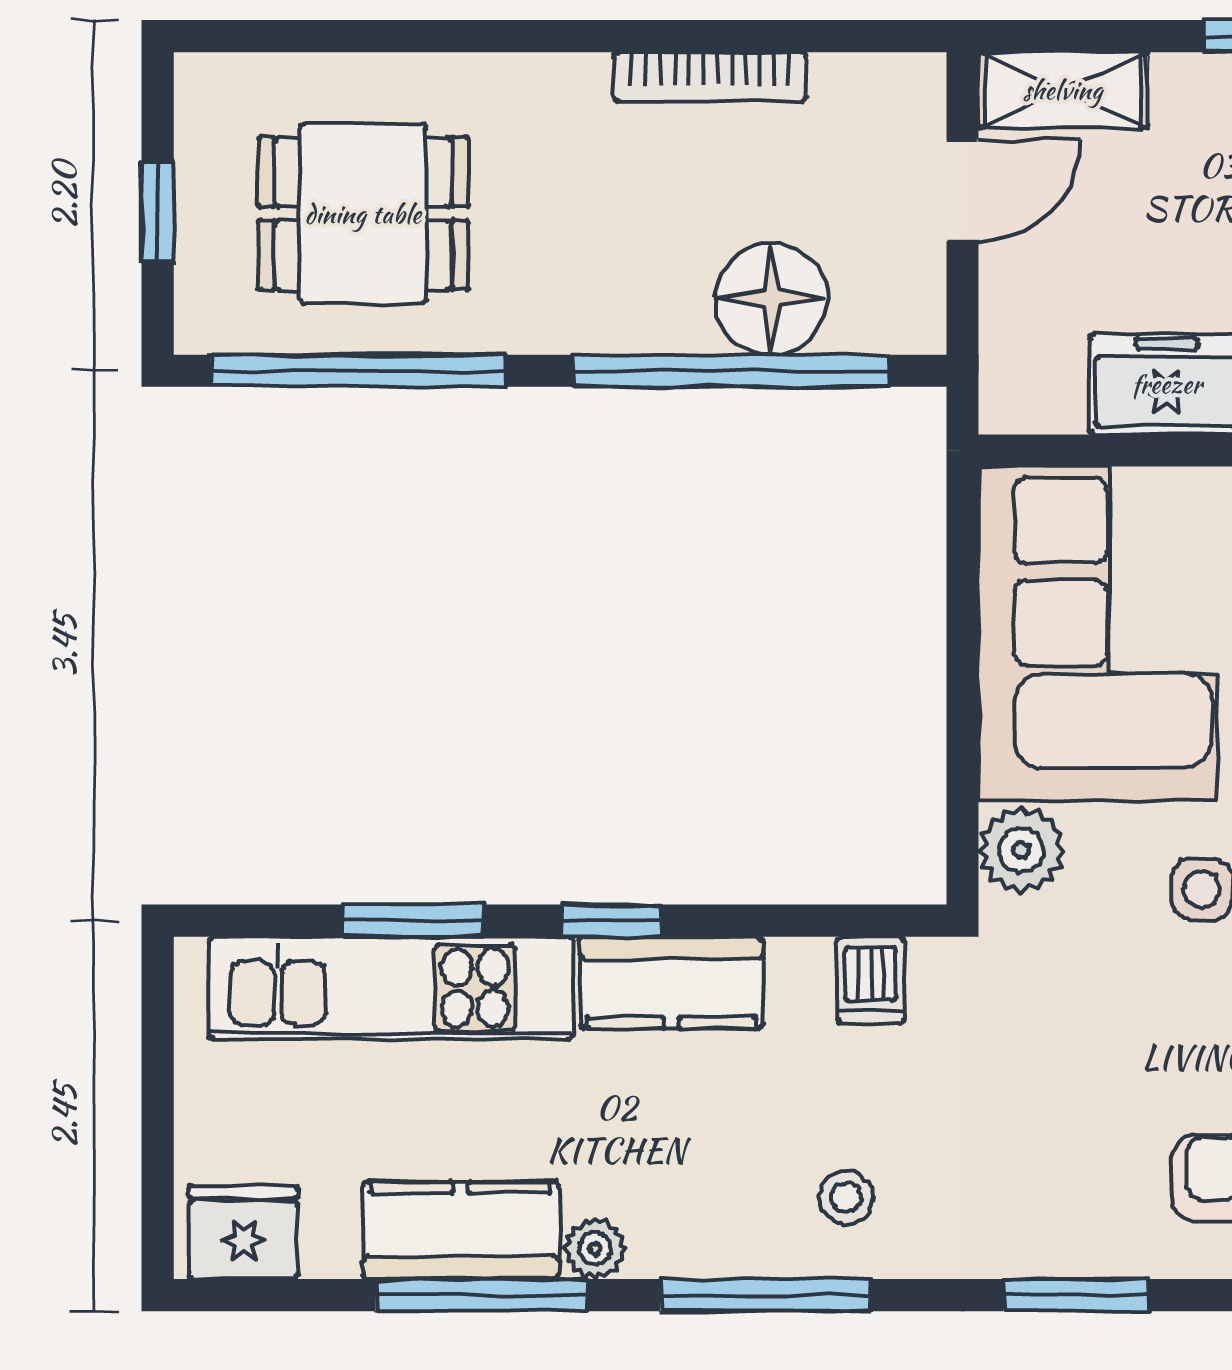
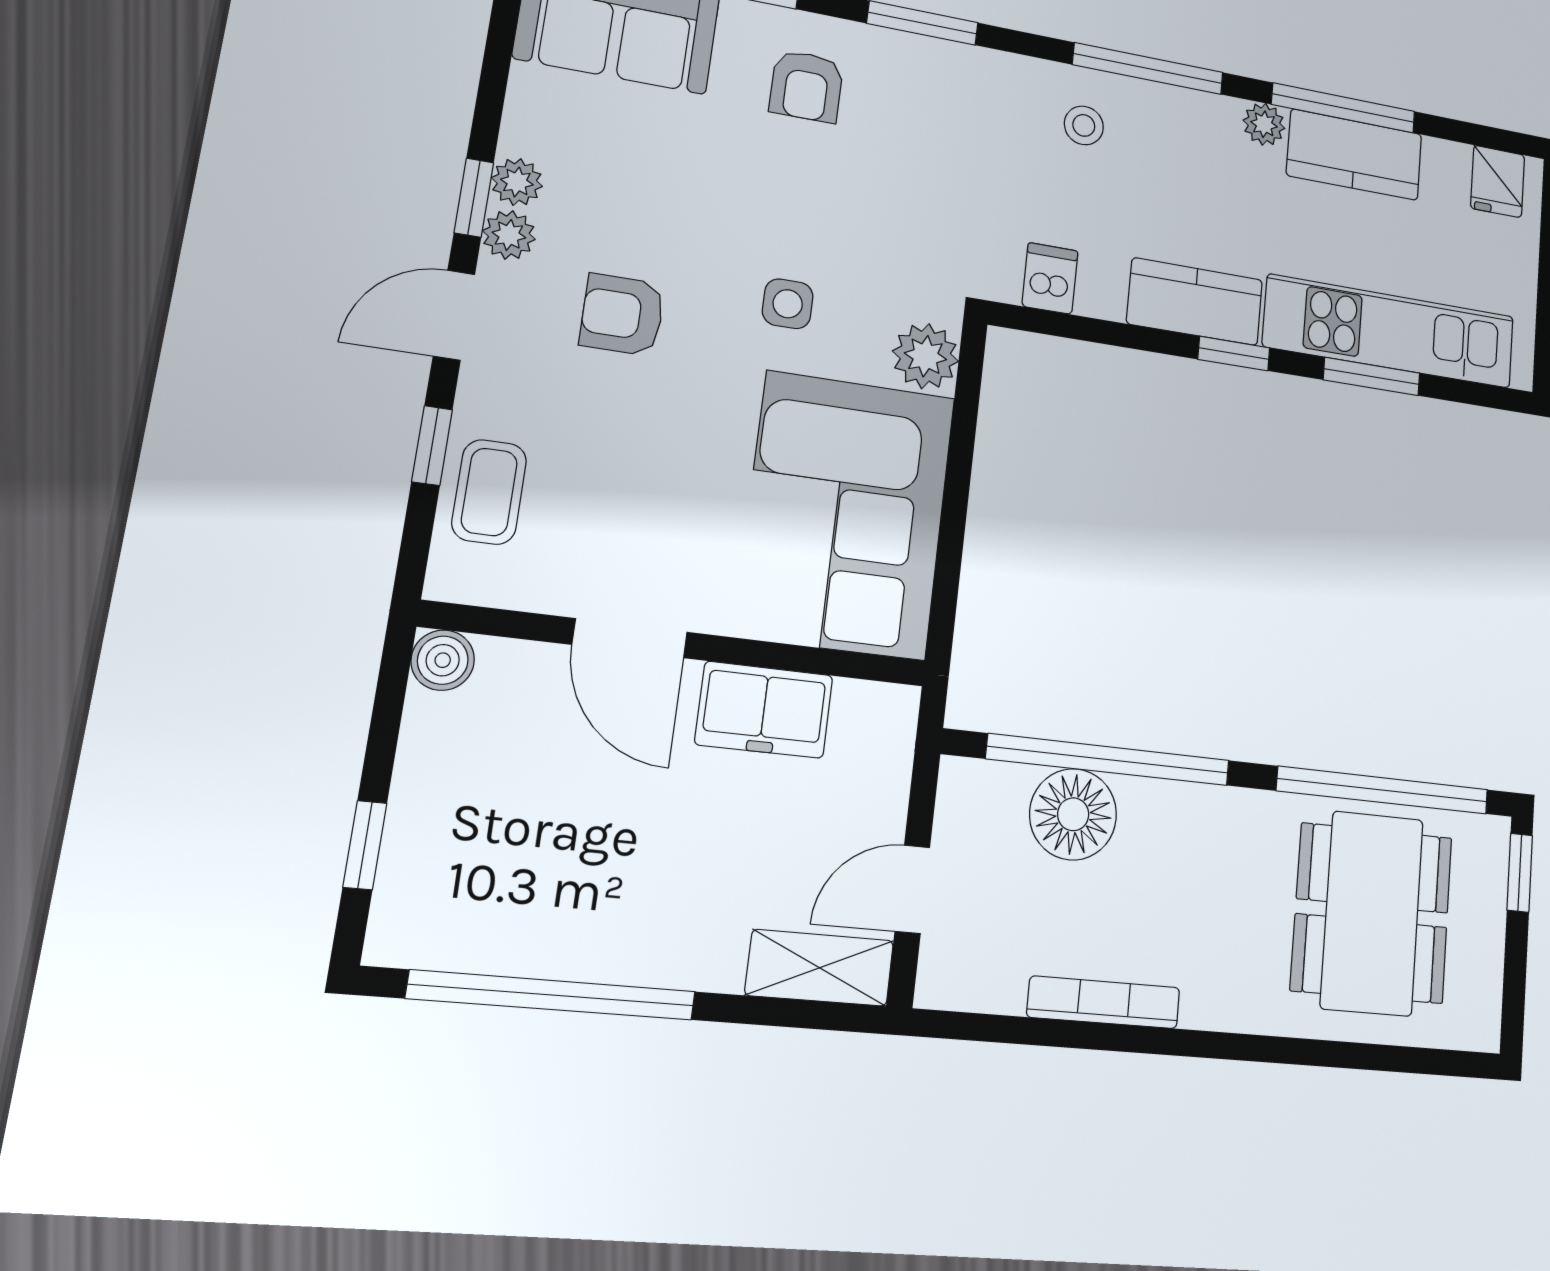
window: (158, 212) -> (1520, 873), moved
dining table: (363, 214) -> (1372, 913), width x1.37
fridge: (243, 1232) -> (1498, 181), width x0.72

